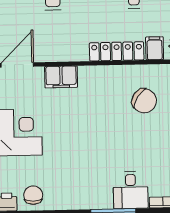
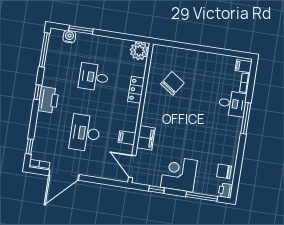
filing cabinet: (155, 48) -> (127, 138), moved
locker: (117, 51) -> (136, 90), width x0.66

